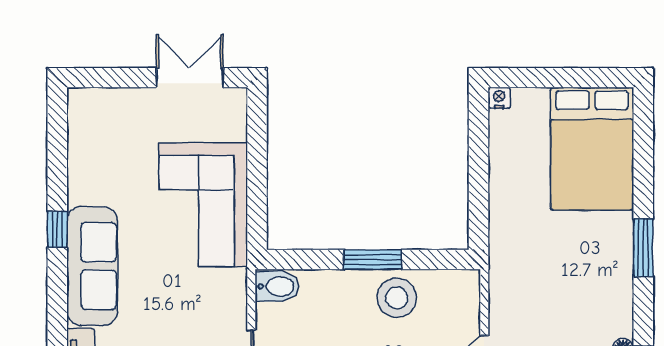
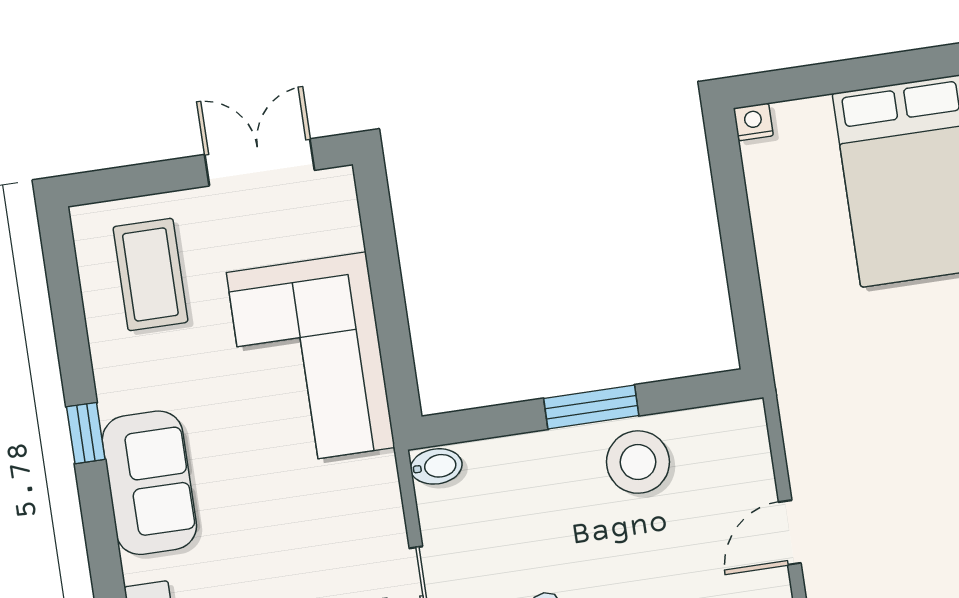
coffee table: (112, 137) -> (150, 274), added
sofa: (92, 266) -> (149, 483), width x0.73
bidet: (277, 286) -> (436, 466), width x0.72, depth x0.74

